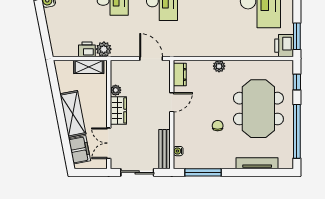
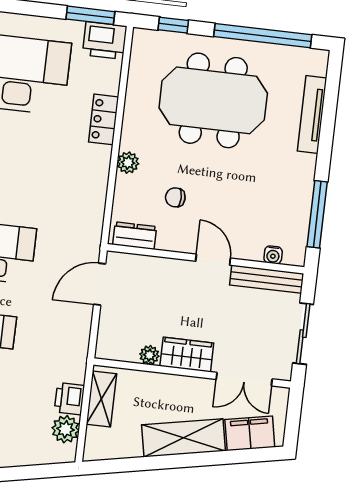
plant: (104, 49) -> (66, 429), moved
locker: (241, 50) -> (104, 119), added
door: (172, 102) -> (213, 260), moved
chair: (218, 126) -> (175, 197), moved

